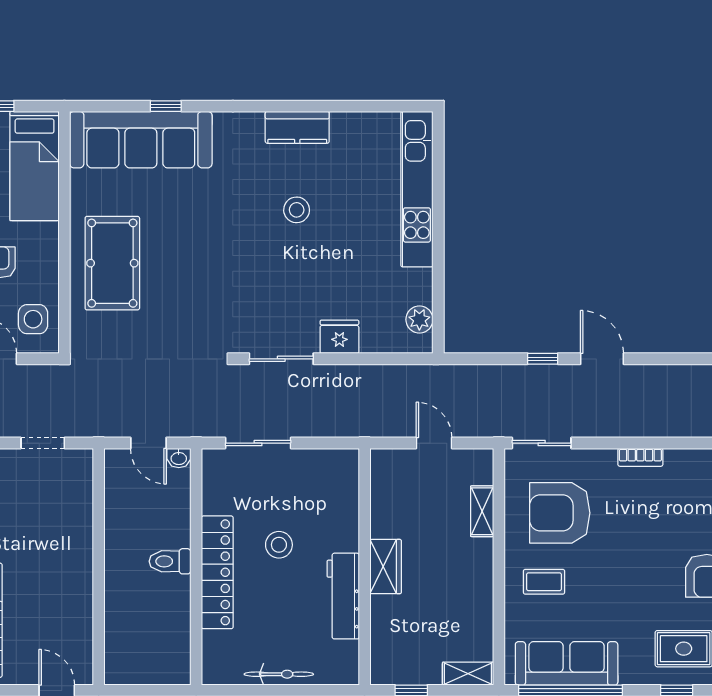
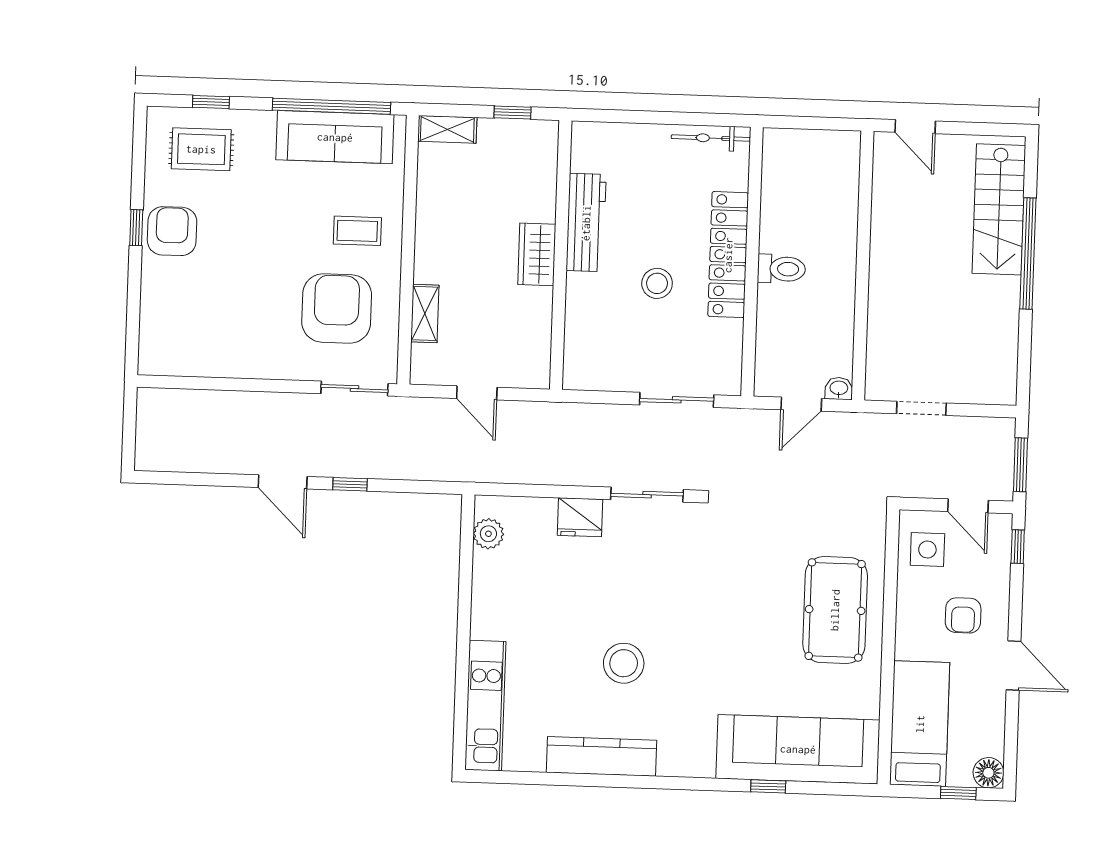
kitchen counter: (297, 127) -> (601, 756), width x1.50
kitchen unit: (417, 189) -> (485, 706), width x0.73
stool: (297, 210) -> (624, 663), width x1.38, depth x1.38
door: (148, 443) -> (801, 404), swing flipped
bookcase: (640, 457) -> (243, 368), removed
washbasin: (179, 458) -> (839, 388), moved
armchair: (560, 513) -> (337, 308), turned -90
bicycle: (279, 674) -> (711, 138), moved

